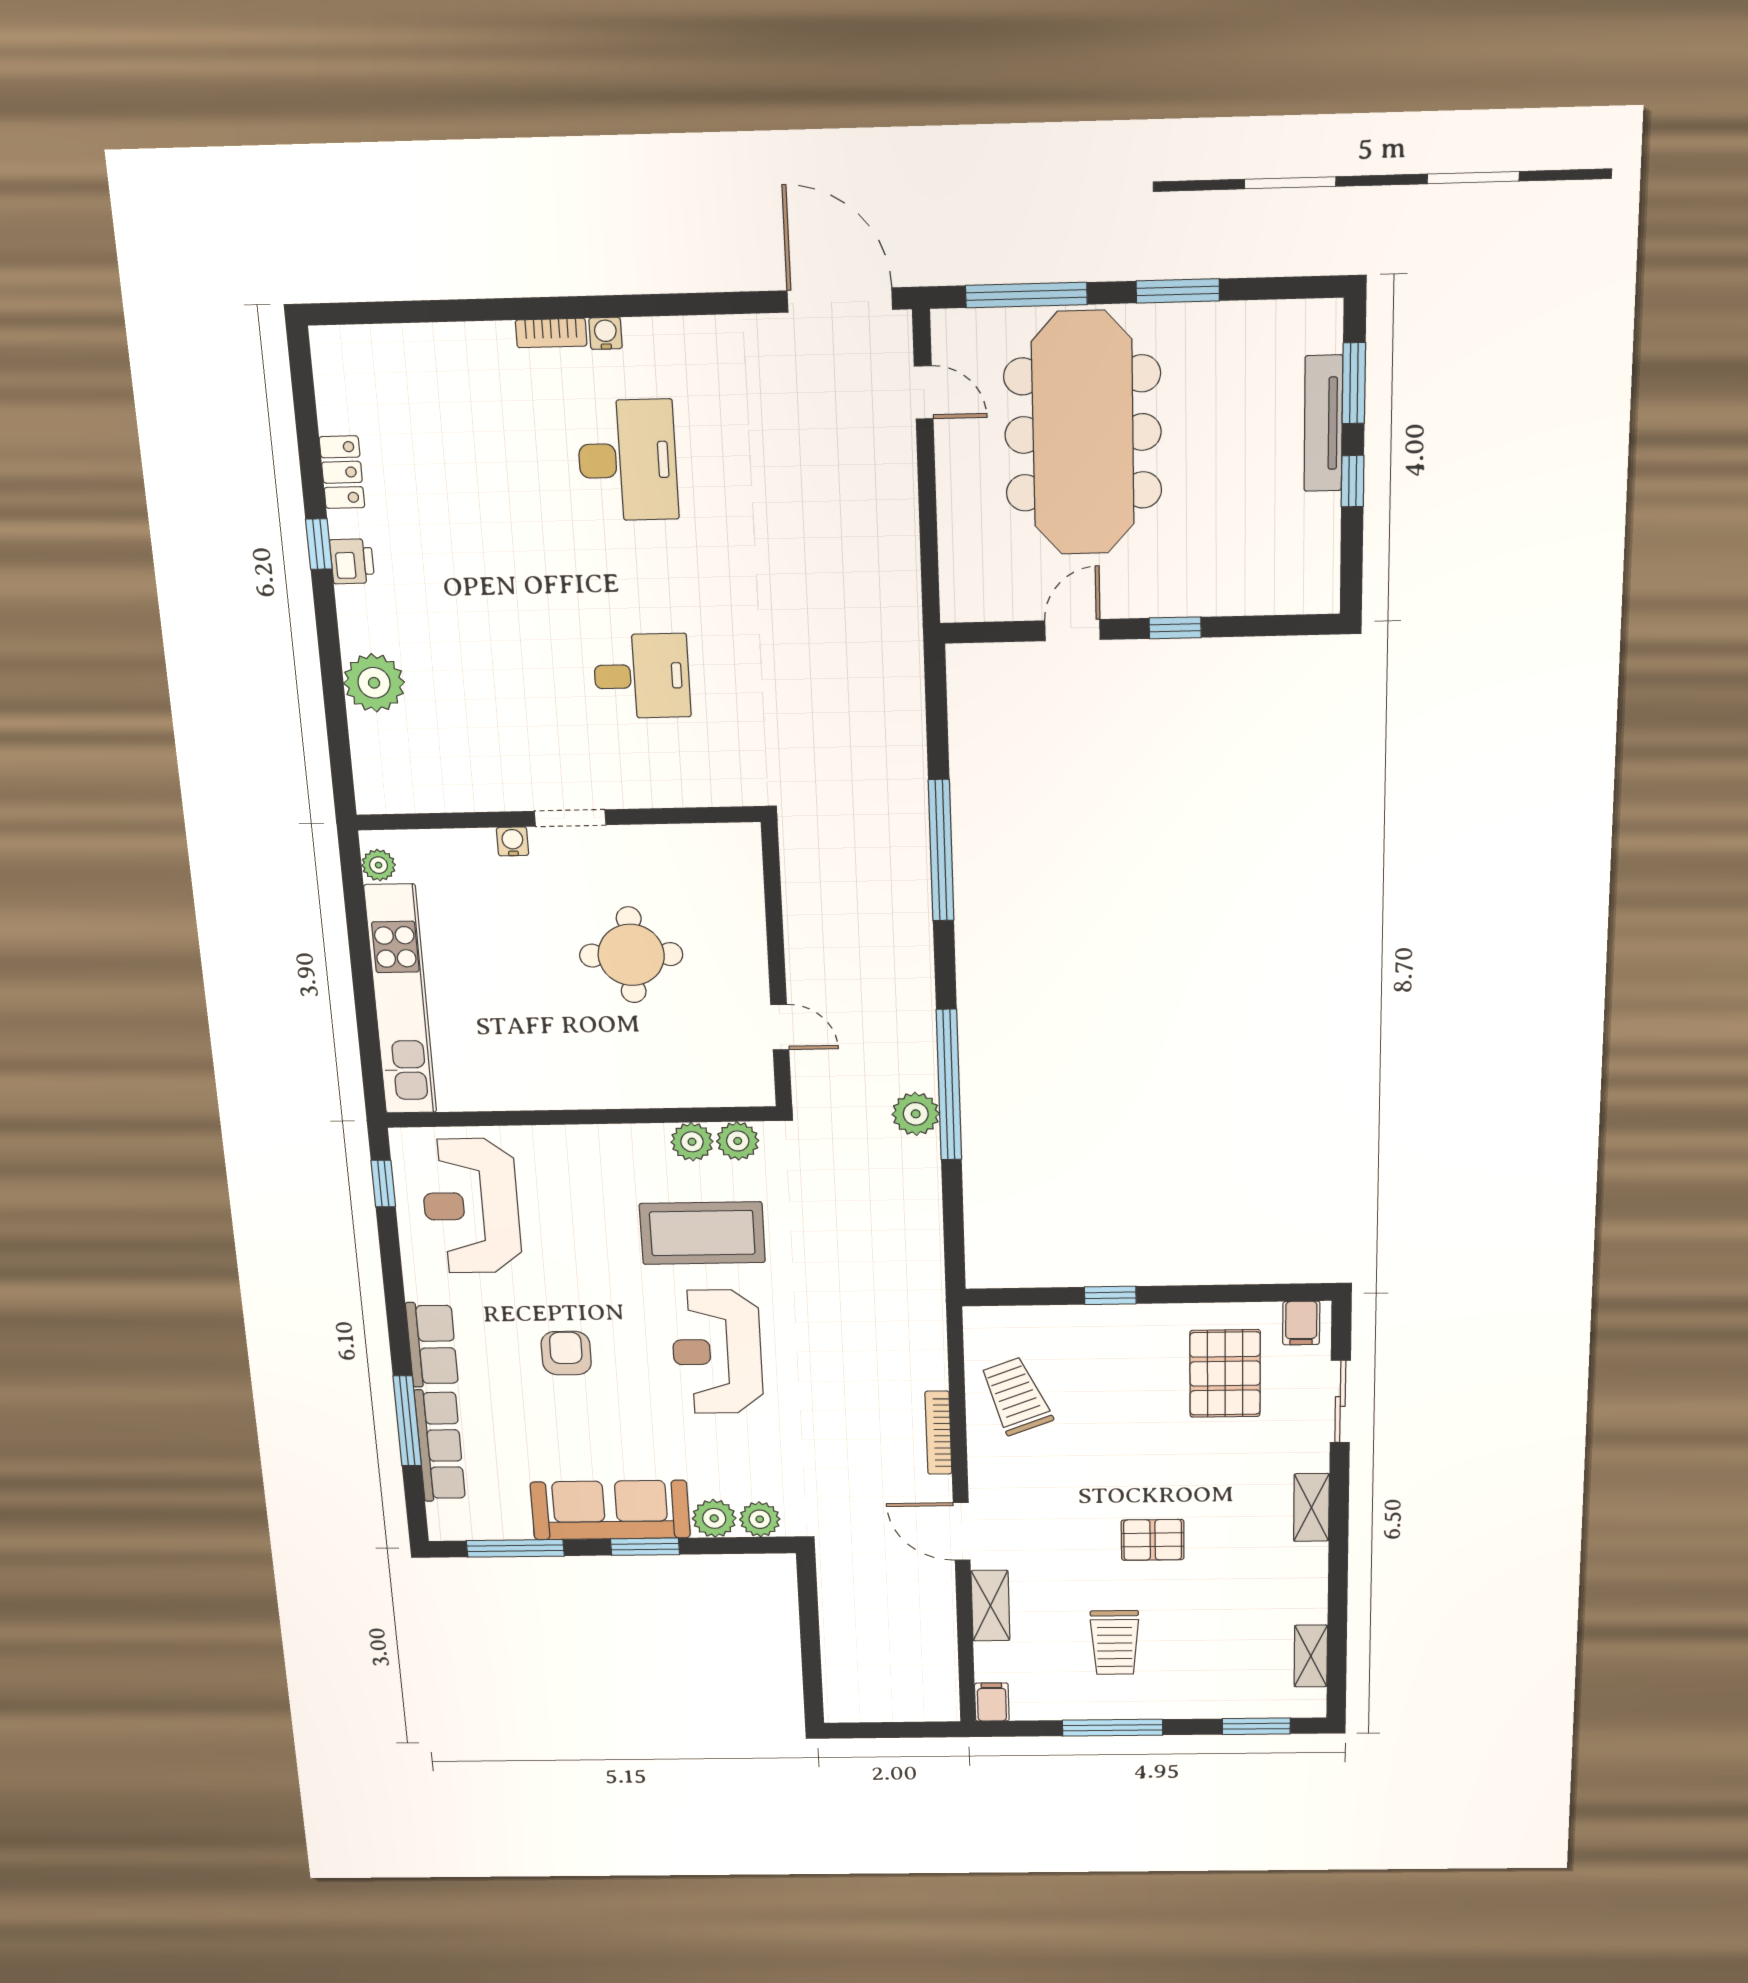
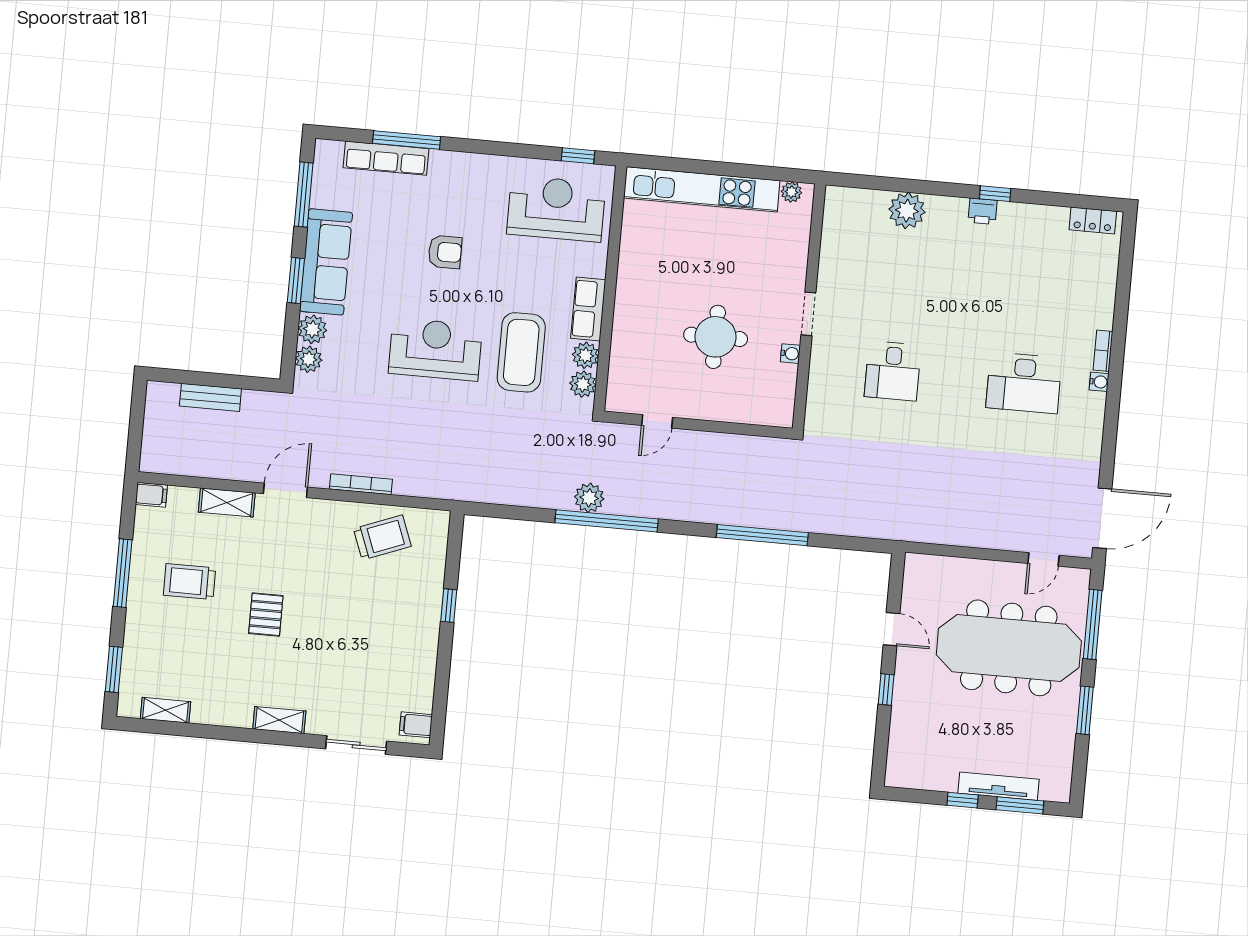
locker: (342, 472) -> (1093, 221), moved
water cooler: (513, 841) -> (790, 354), moved
row of seats: (432, 1345) -> (588, 309), moved, turned 90
pallet: (1225, 1374) -> (385, 673), removed
bench: (837, 1640) -> (210, 397), added

